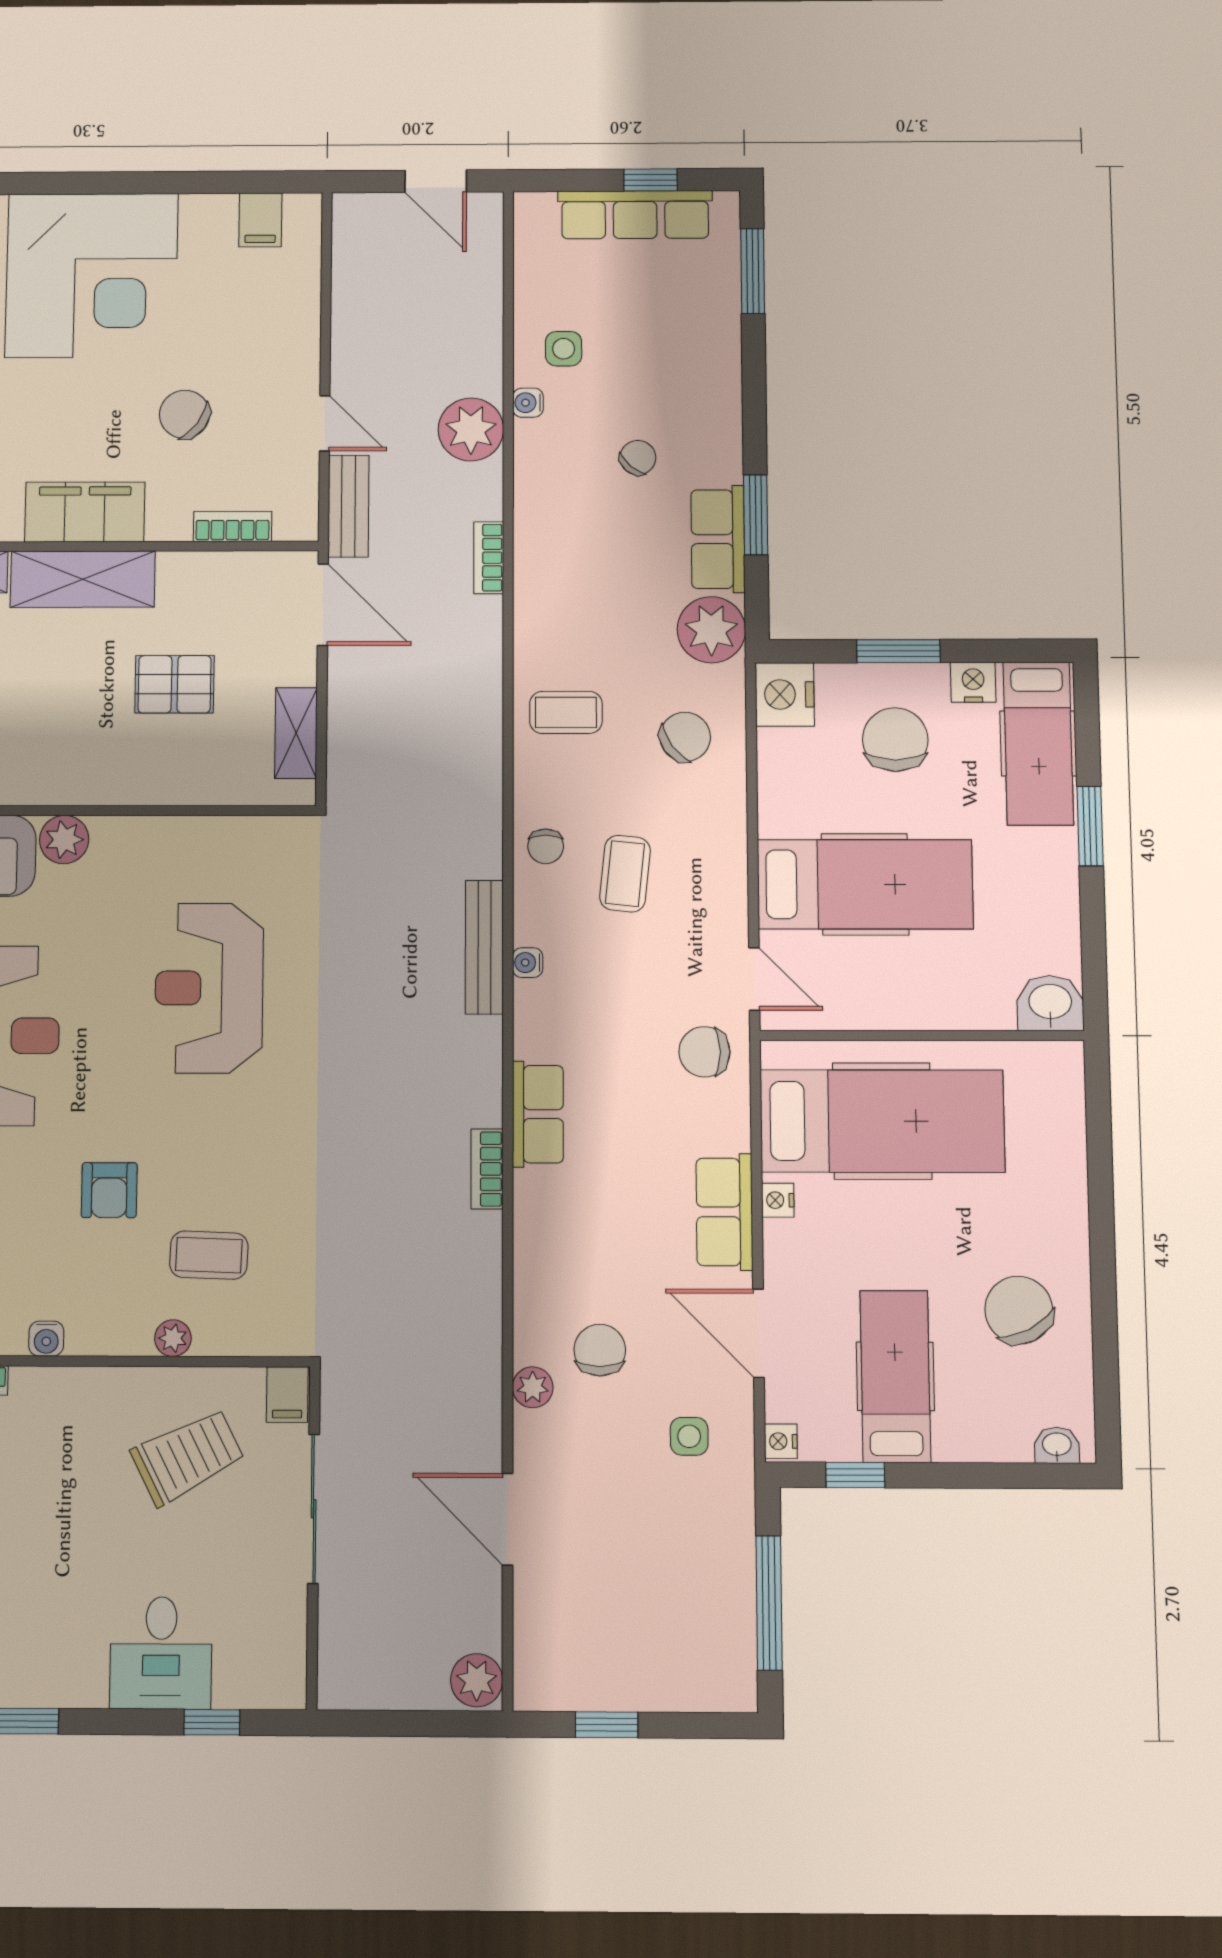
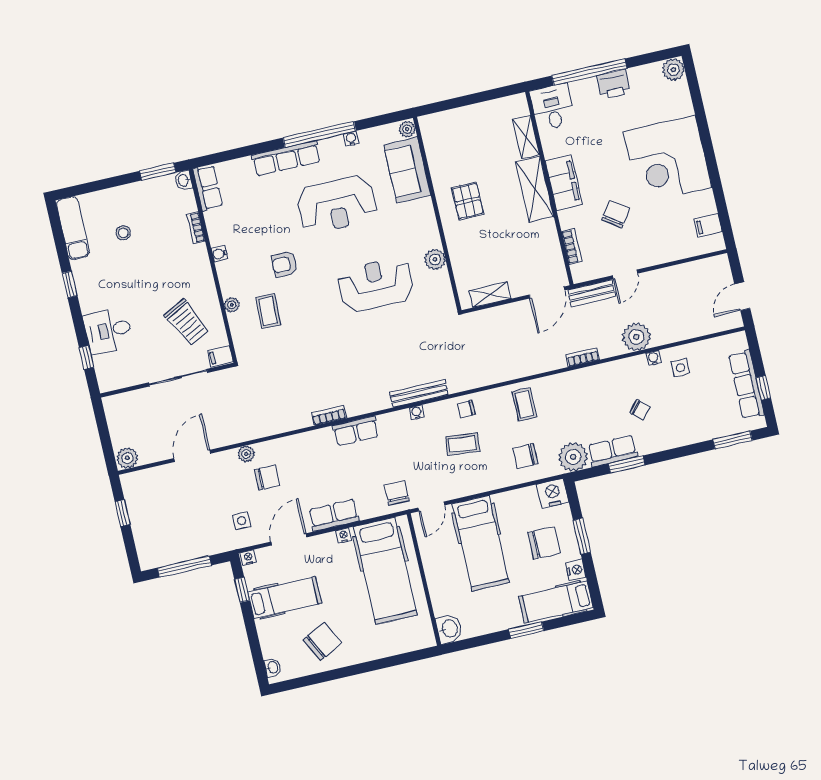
pallet: (174, 684) -> (468, 201), moved
chair: (685, 737) -> (525, 456), turned 126
plant: (64, 840) -> (435, 259), moved

